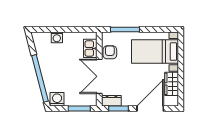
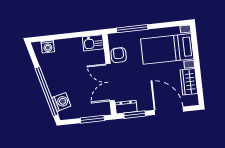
washing machine: (57, 37) -> (48, 47), moved
kitchen sink: (90, 48) -> (93, 43), moved, turned -90
washing machine: (57, 99) -> (61, 102), moved, turned 75
door: (150, 109) -> (169, 111), hinge flipped

